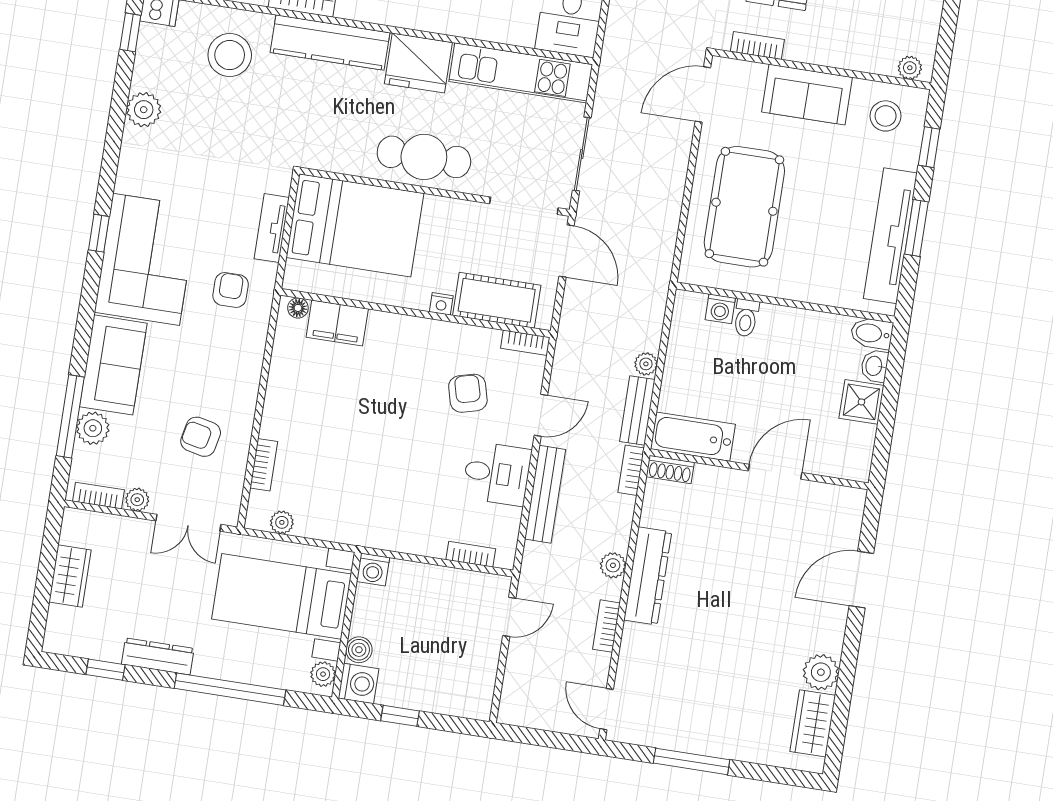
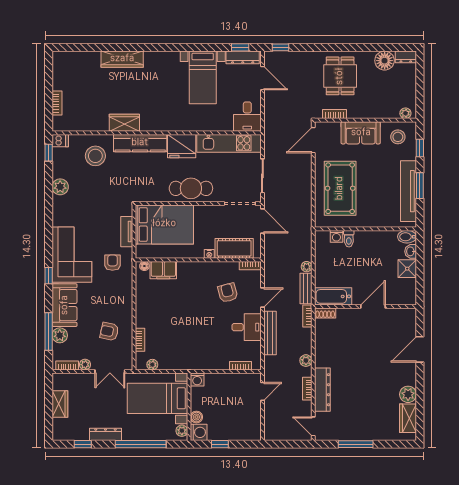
window: (99, 233) -> (49, 276), moved
dresser: (648, 576) -> (322, 390), moved

